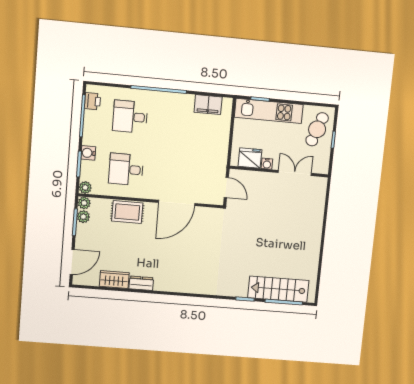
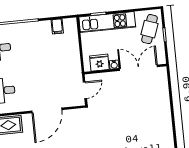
filing cabinet: (208, 105) -> (57, 26), width x0.50
double door: (295, 173) -> (138, 68), width x1.37
door: (226, 188) -> (85, 90), hinge flipped

